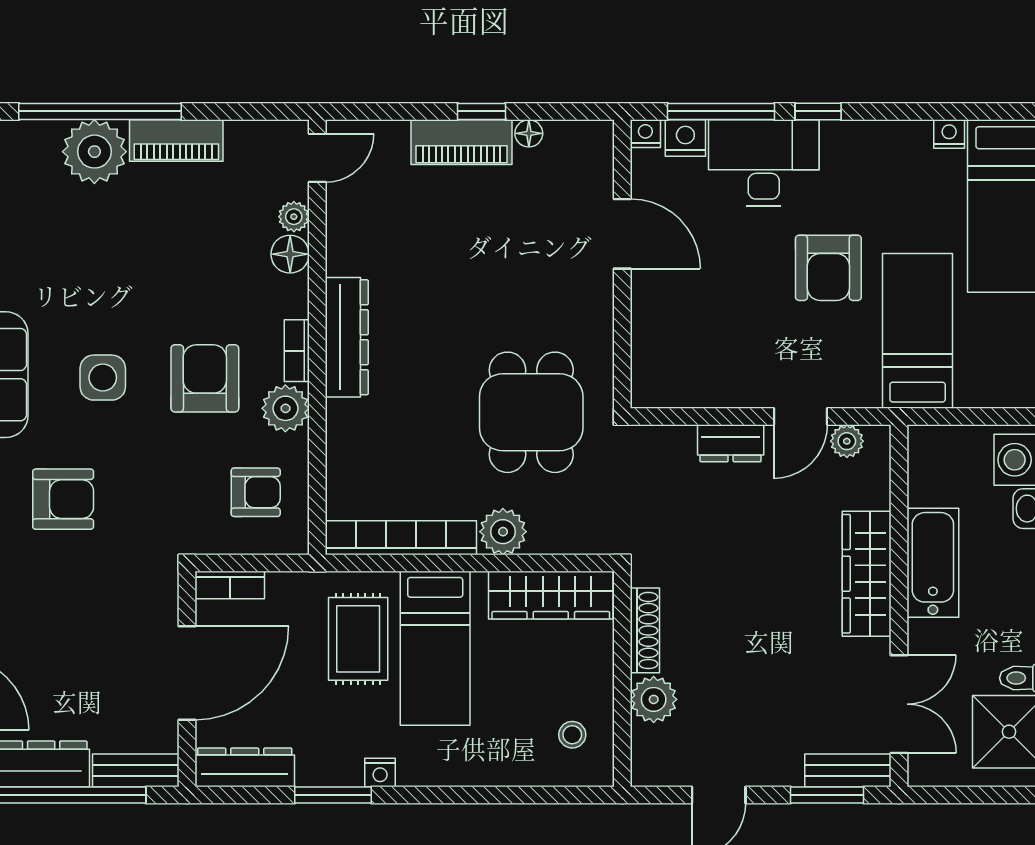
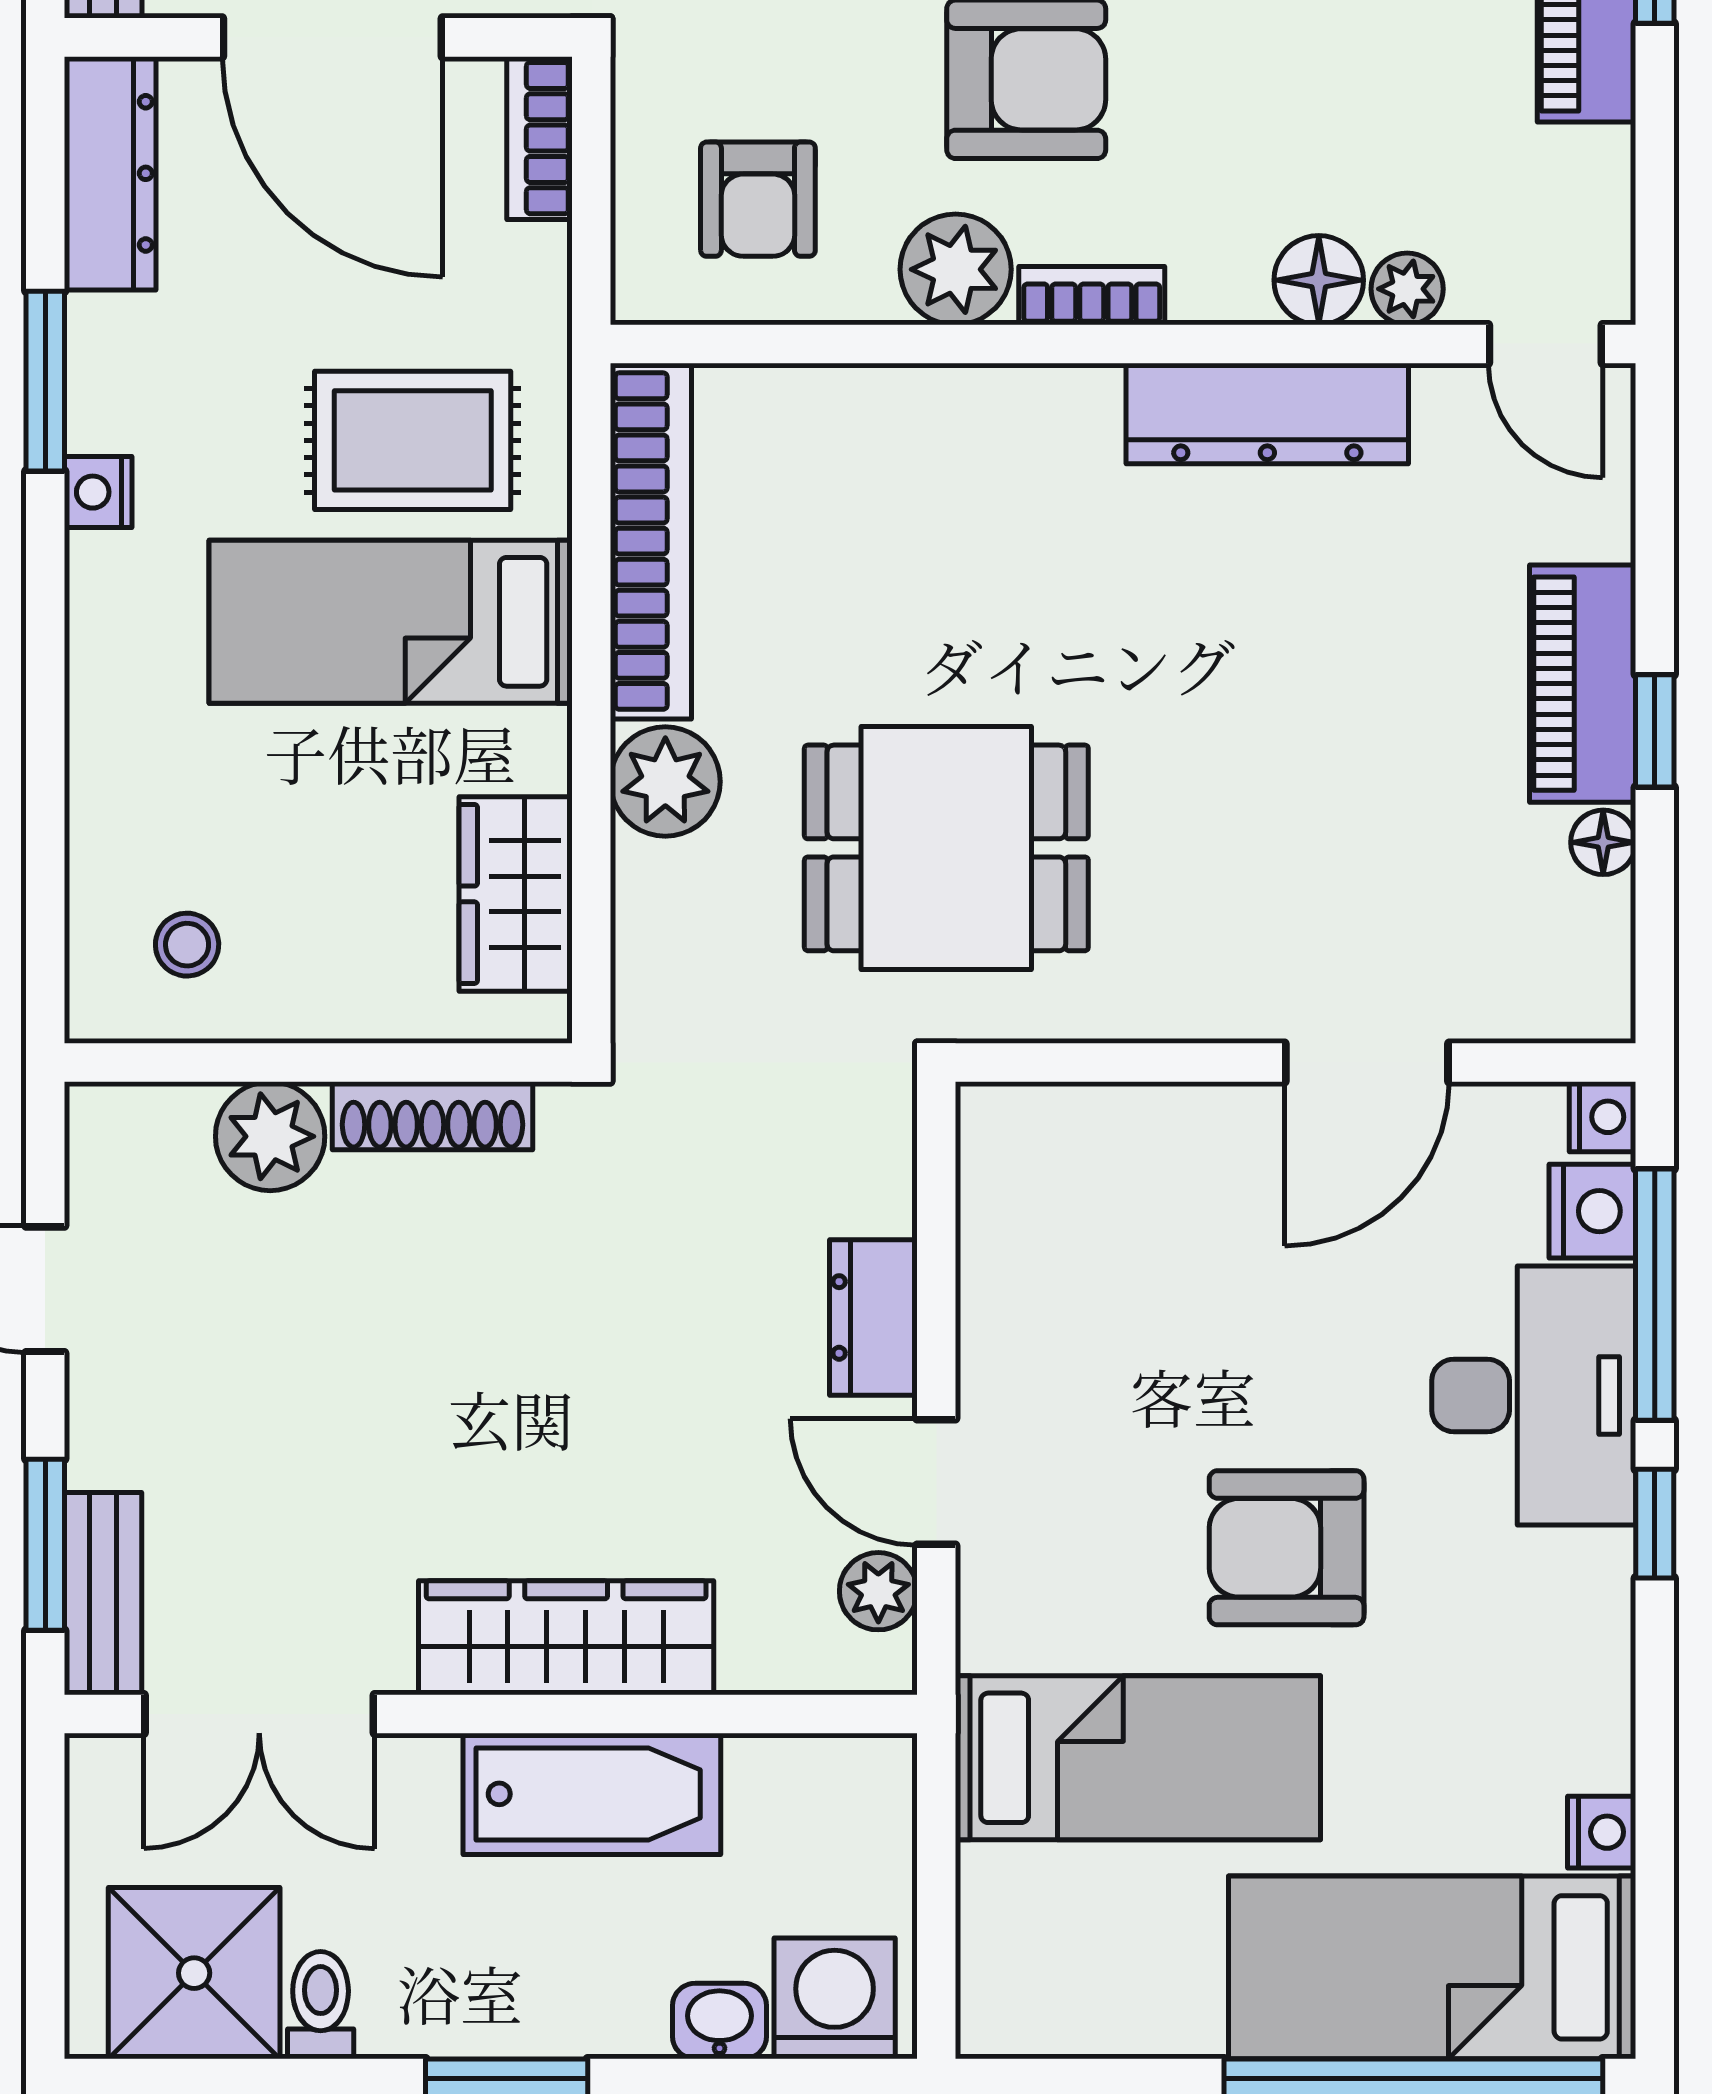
dresser: (347, 337) -> (1267, 413), moved
wardrobe: (551, 595) -> (516, 894), width x0.67

